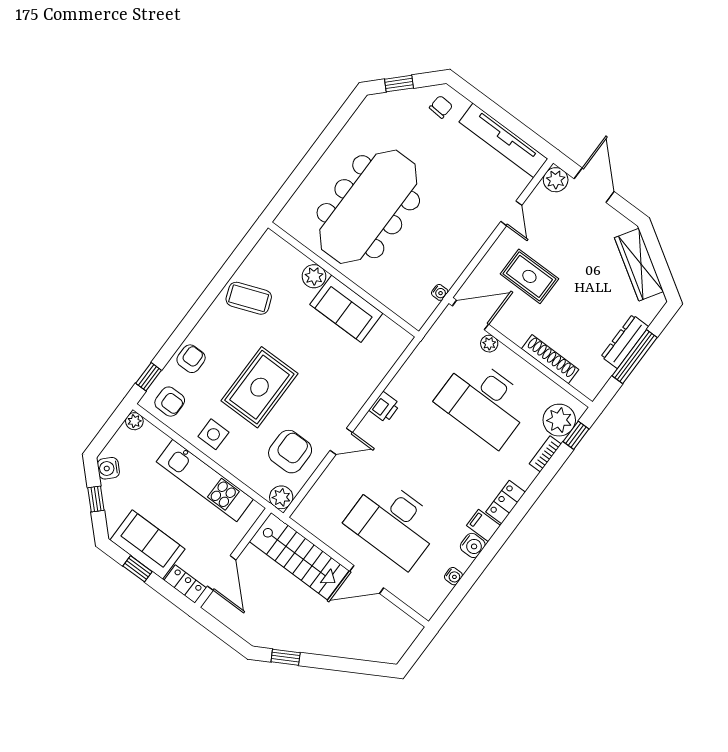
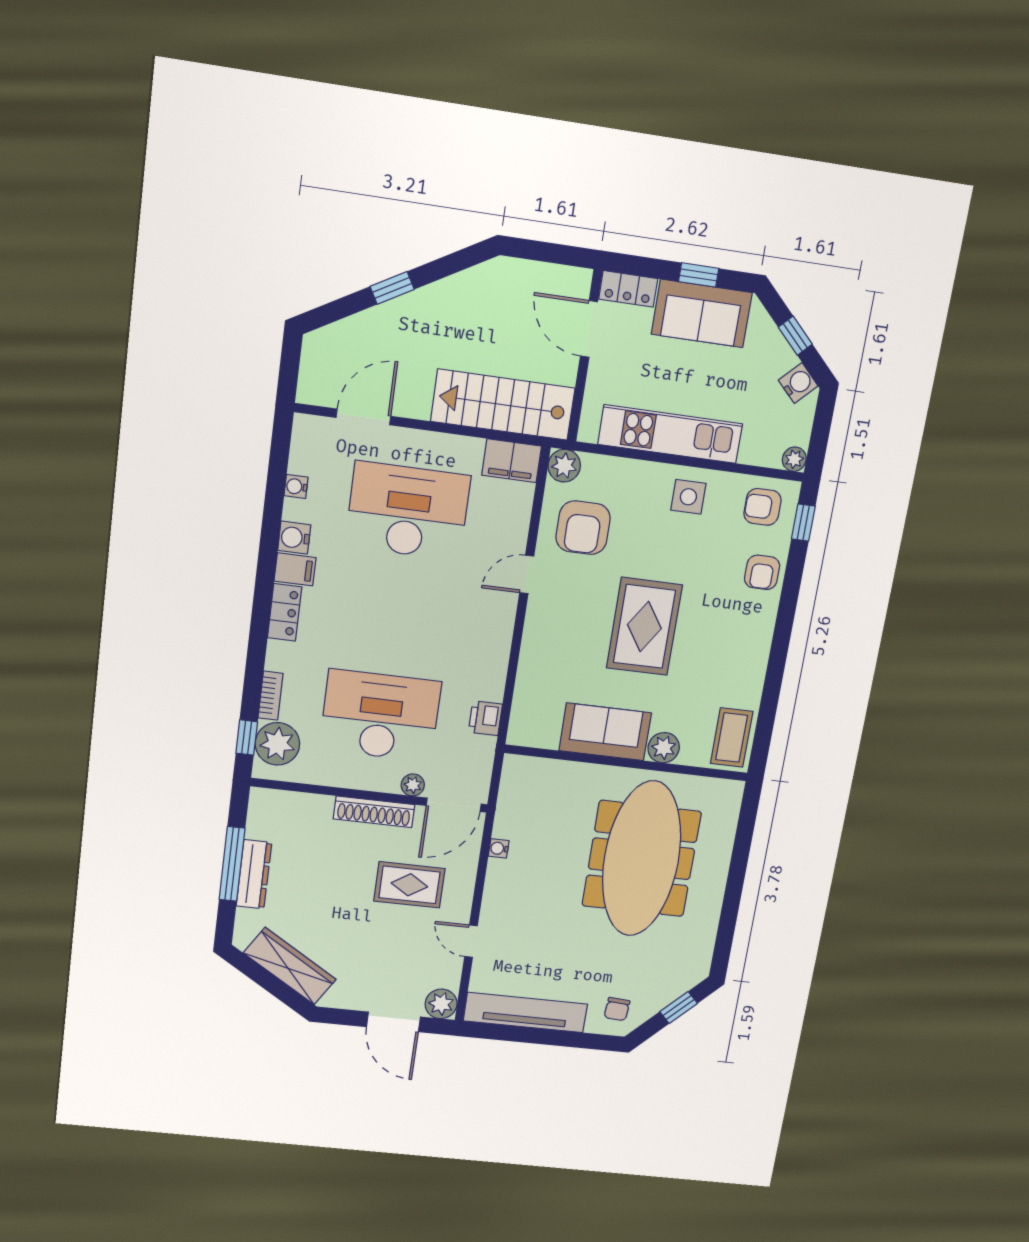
water cooler: (440, 292) -> (499, 848), moved
coffee table: (249, 298) -> (732, 738), moved, turned -69
shoe rack: (550, 359) -> (374, 812), moved
rug: (259, 387) -> (644, 626), moved
printer: (385, 407) -> (485, 718), moved
filing cabinet: (312, 519) -> (512, 461), added
door: (367, 579) -> (363, 417), moved
window: (286, 657) -> (392, 288), moved

